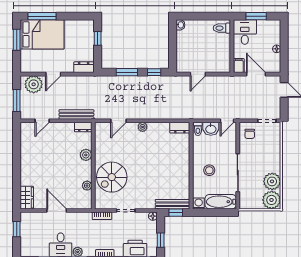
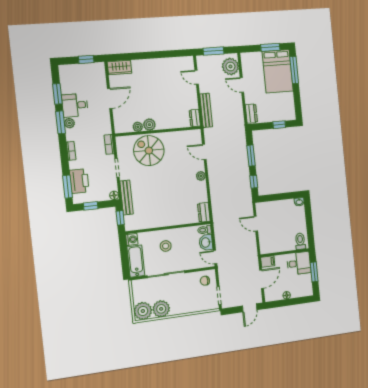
plant: (86, 155) -> (149, 125), moved
bench: (173, 204) -> (127, 198), moved

